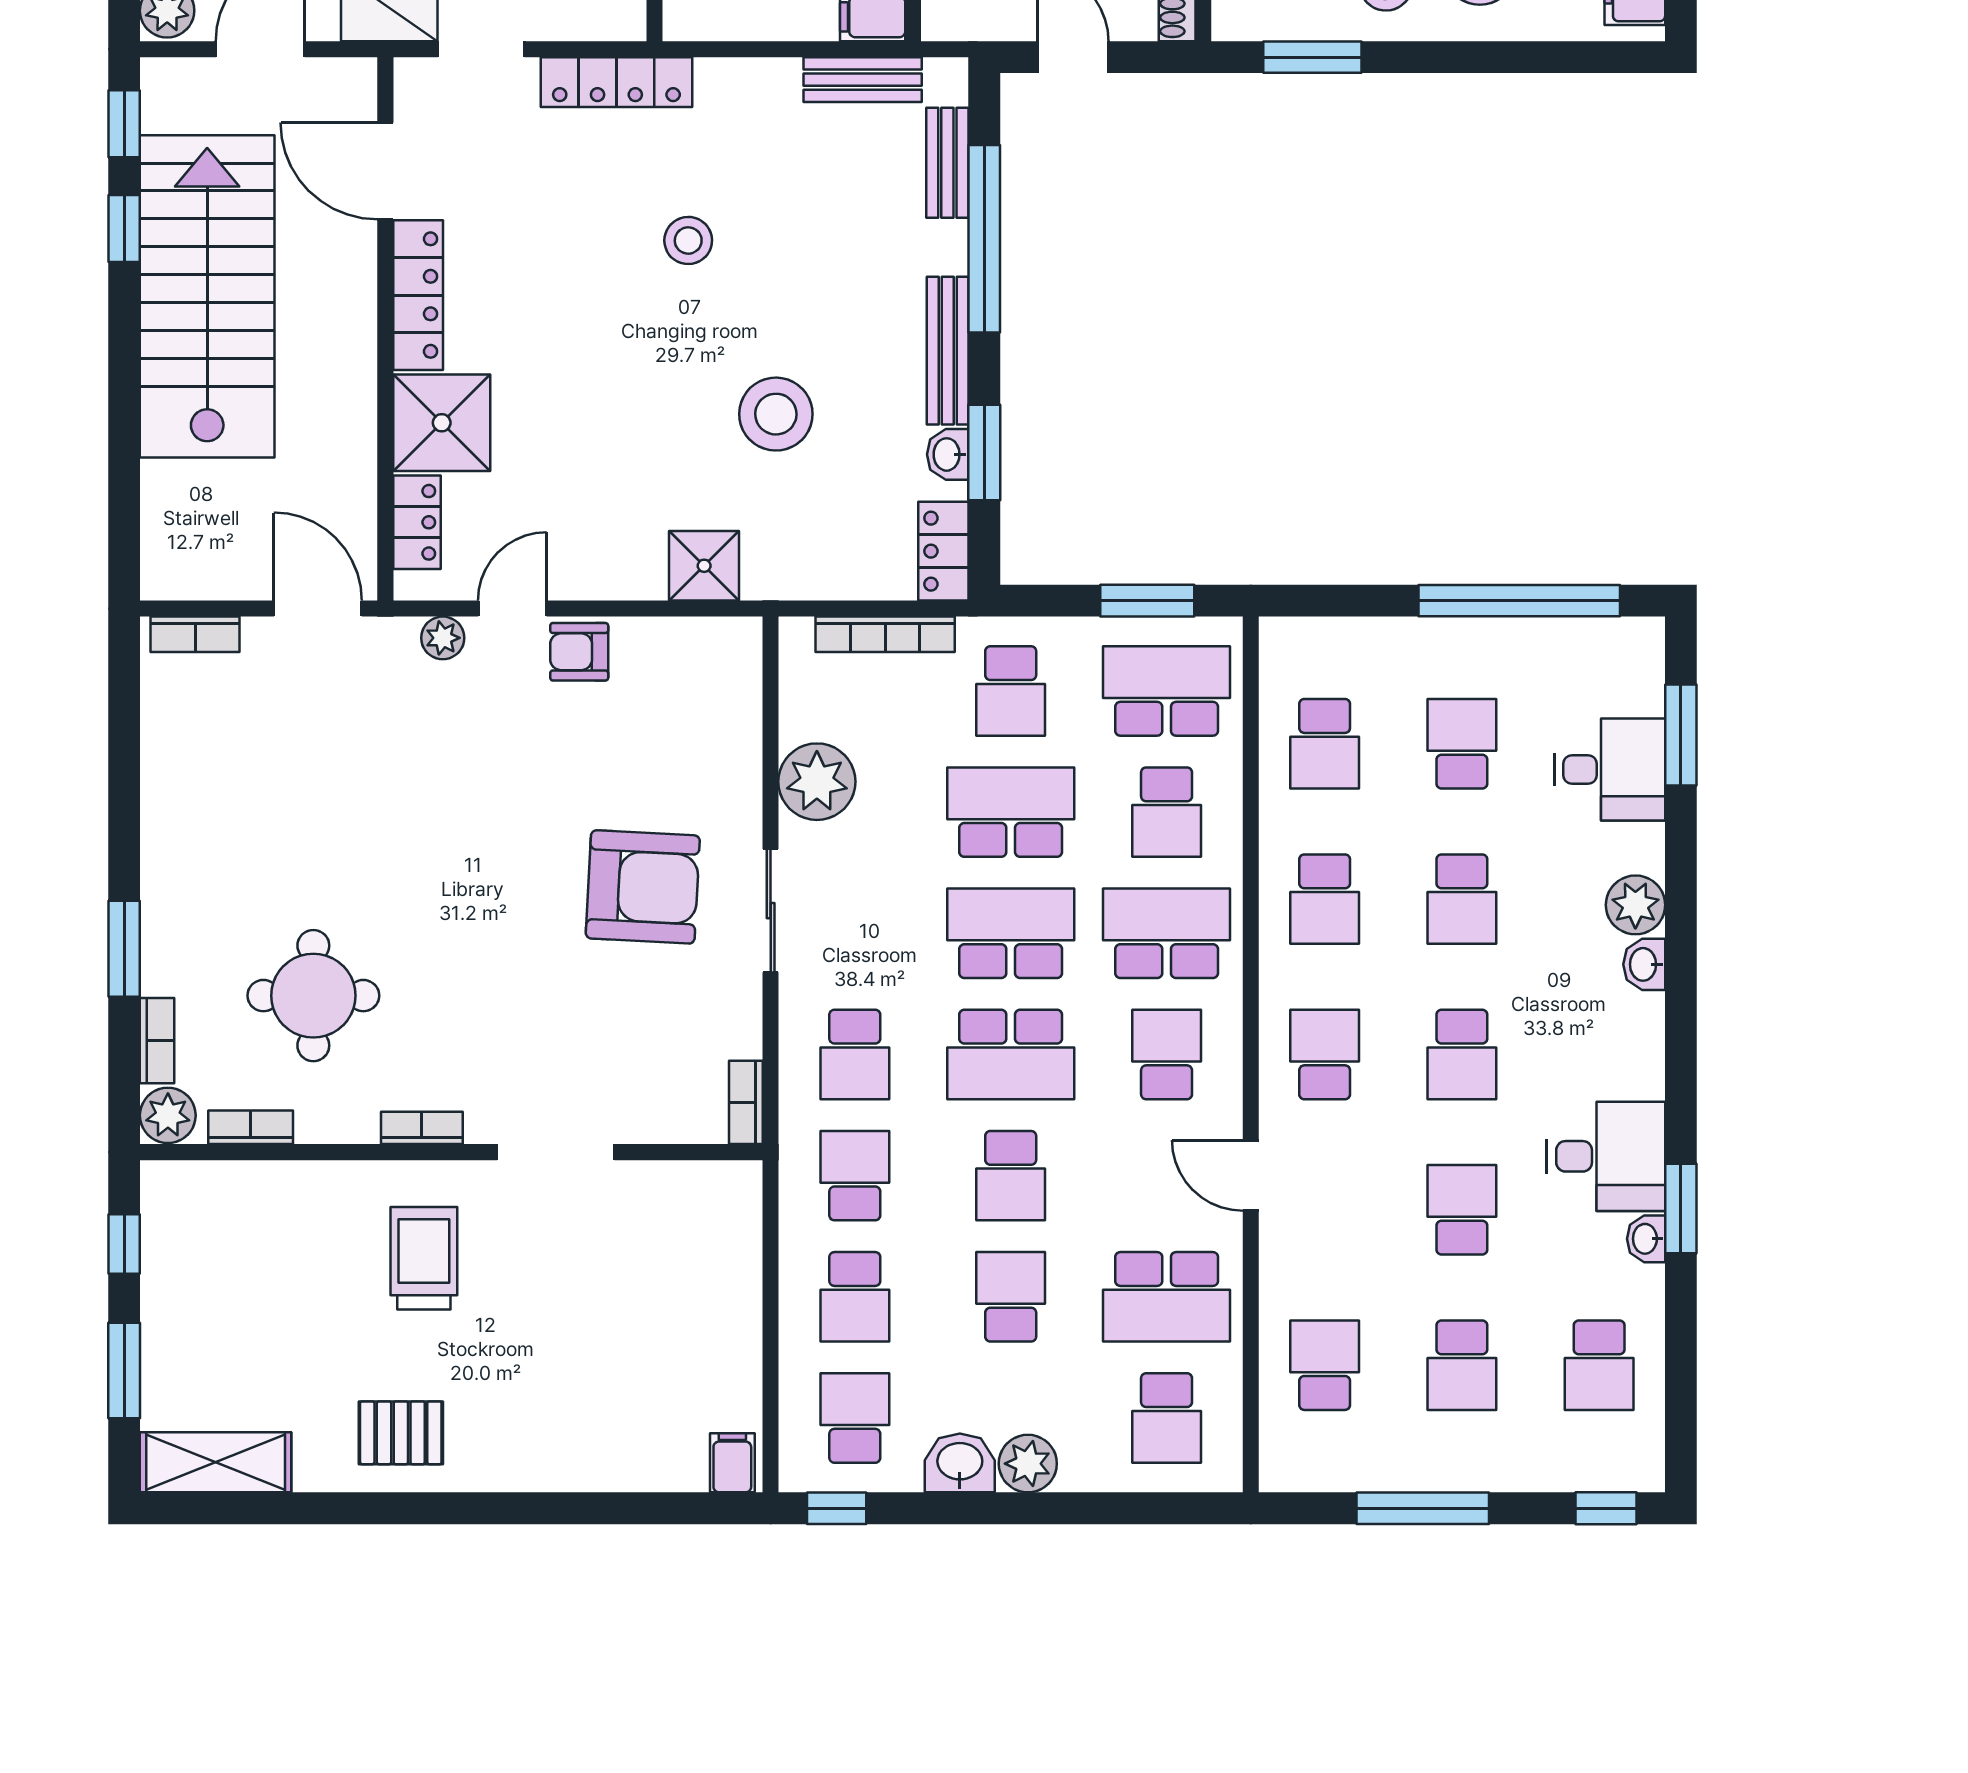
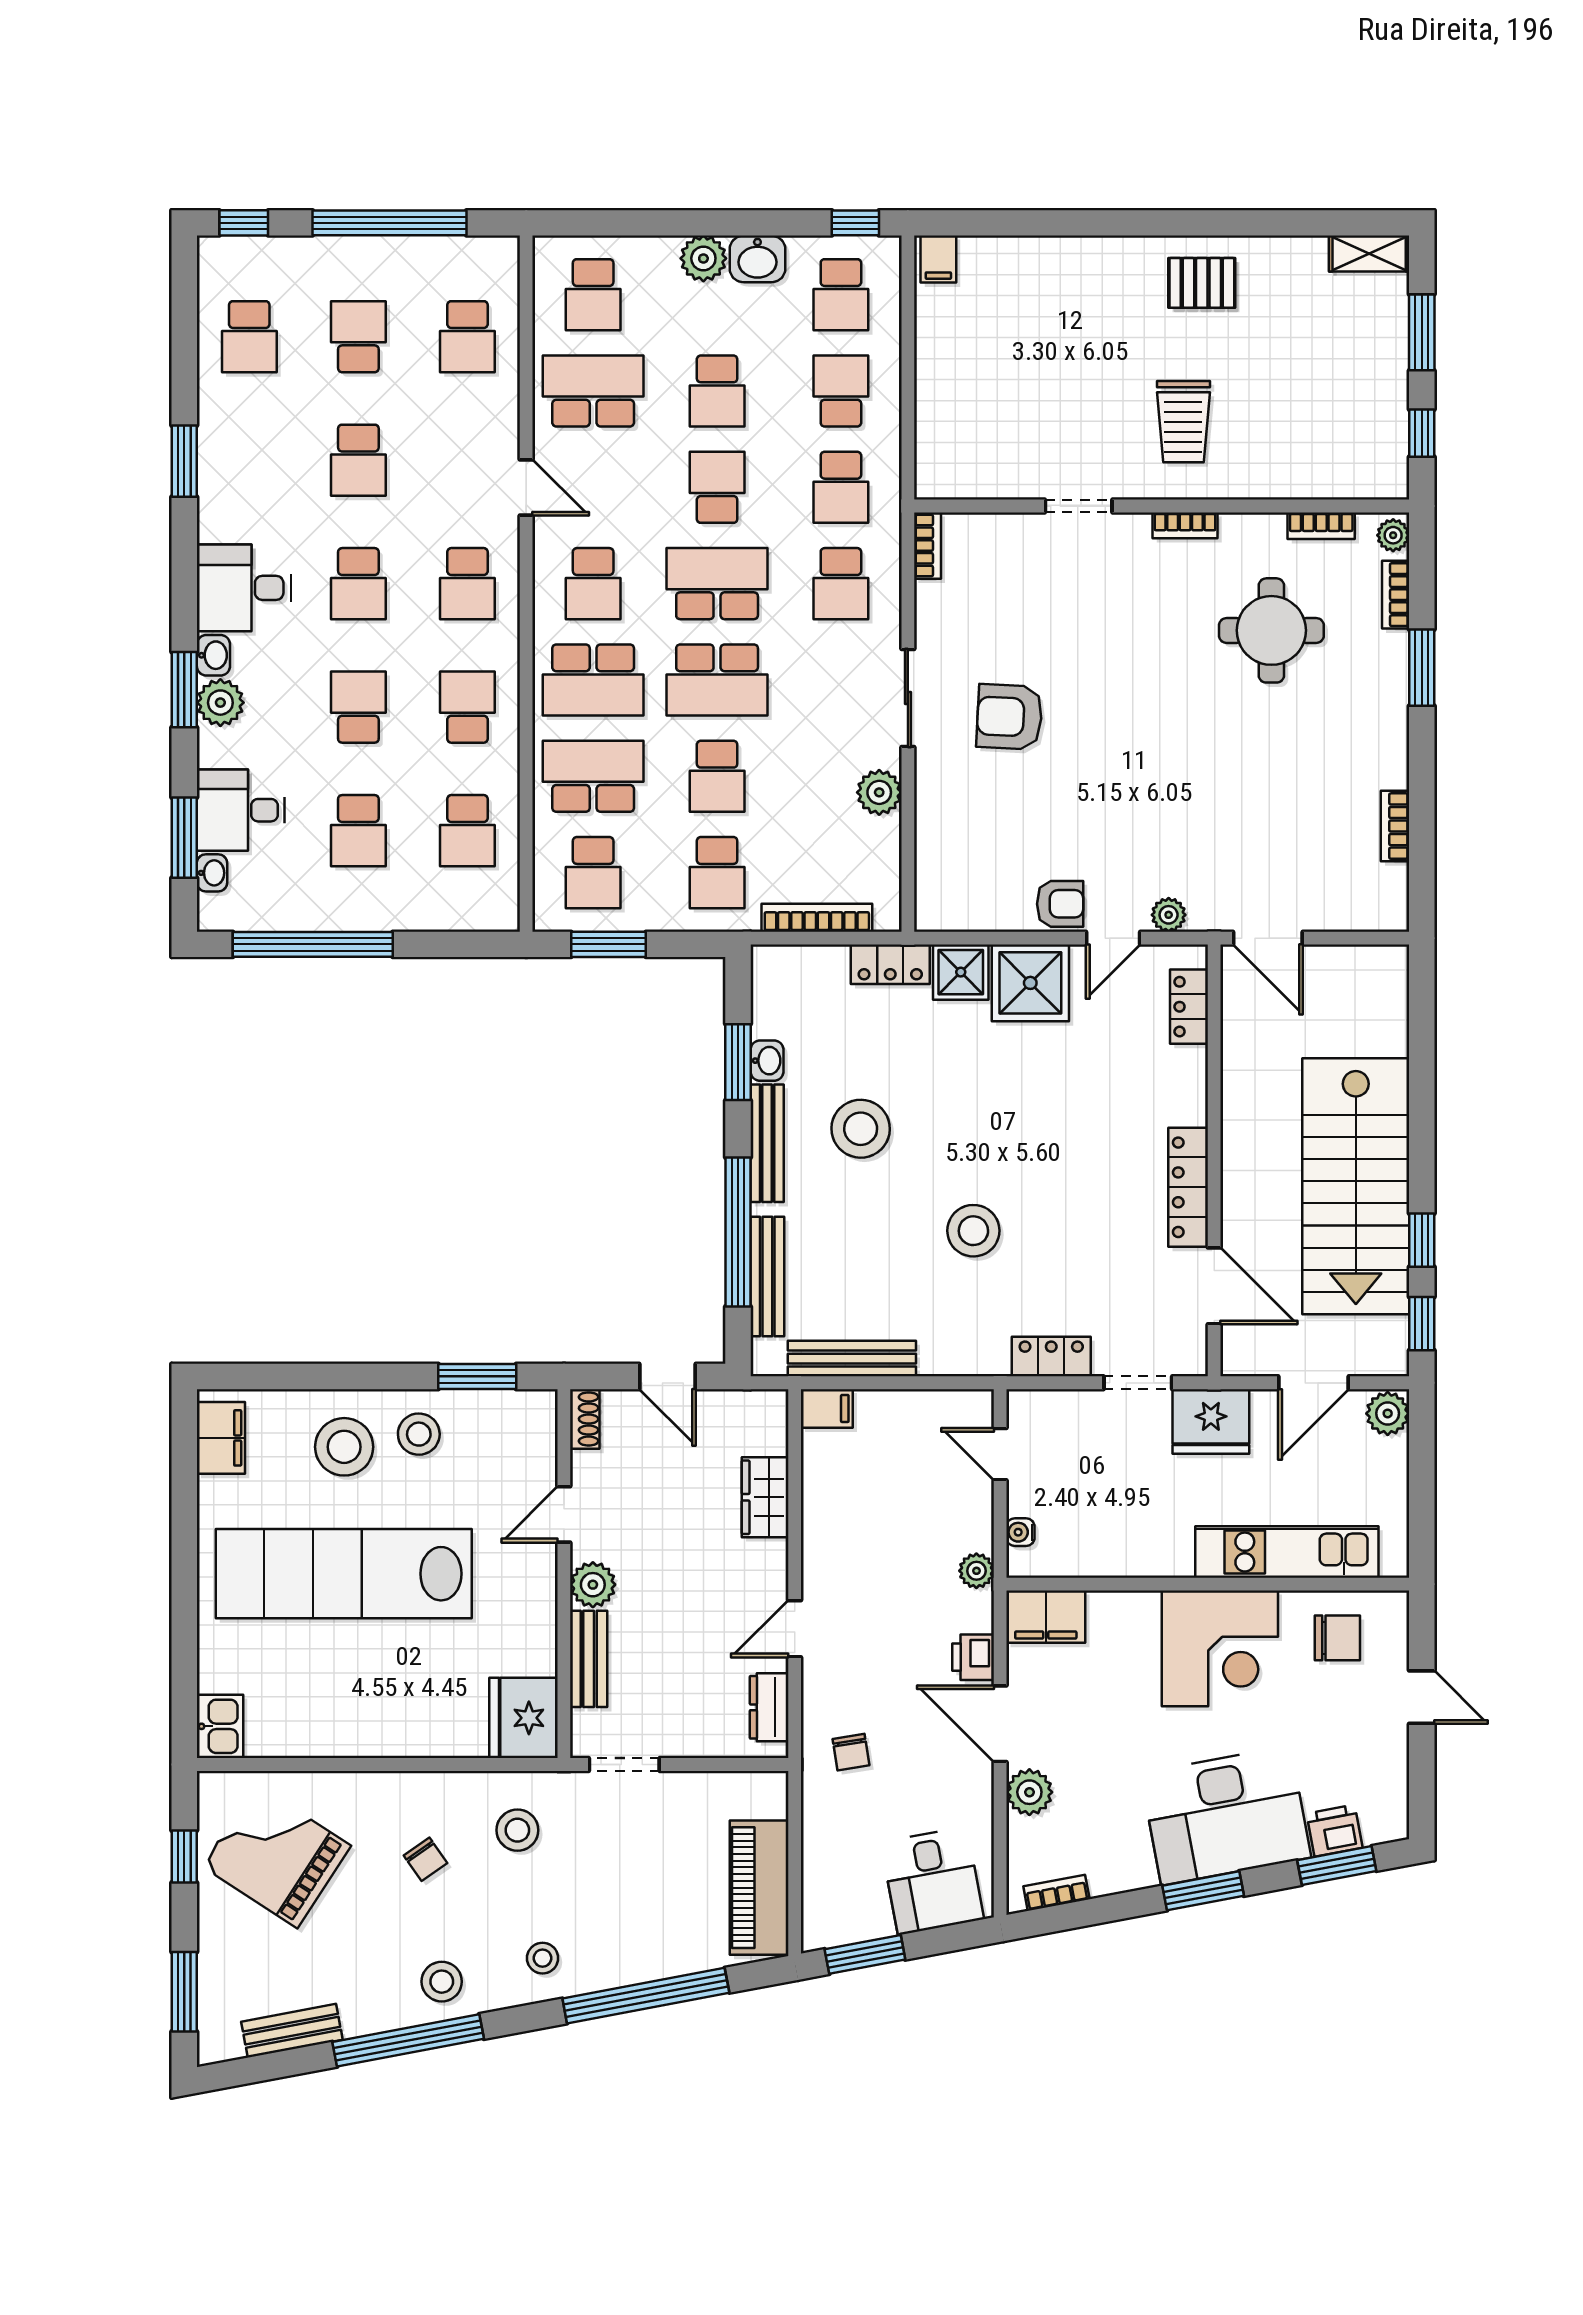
bench: (863, 80) -> (852, 1359), width x1.36
locker: (616, 82) -> (1051, 1357), width x0.66
bench: (947, 163) -> (767, 1277), width x1.36
stool: (688, 240) -> (973, 1231), width x1.38, depth x1.38
stool: (776, 414) -> (861, 1129), moved
shower: (442, 423) -> (1030, 983), moved
locker: (943, 551) -> (890, 964), moved, turned 90
bookcase: (195, 634) -> (1395, 826), moved, turned -90
school desk: (1011, 691) -> (717, 873), turned 180
school desk: (1167, 691) -> (593, 873), width x0.54
school desk: (1325, 744) -> (467, 831), turned 180
plant: (817, 782) -> (879, 792), width x0.73, depth x0.73
school desk: (1011, 812) -> (717, 776), width x0.54
school desk: (1167, 812) -> (593, 776), width x1.85
armchair: (643, 887) -> (1009, 717), width x0.73, depth x0.73
window: (1681, 921) -> (184, 690), added
school desk: (855, 1054) -> (841, 584), turned 180
school desk: (1462, 1054) -> (358, 584), turned 180
plant: (168, 1115) -> (1393, 535), width x0.73, depth x0.73
doorway: (556, 1152) -> (1079, 506), width x0.73
desk: (1606, 1156) -> (244, 588), moved
washbasin: (1646, 1239) -> (212, 873), moved
school desk: (1599, 1365) -> (249, 337), turned 180
school desk: (1167, 1418) -> (593, 295), turned 180
shelving: (216, 1462) -> (1369, 253), width x0.67, depth x0.75
window: (1423, 1508) -> (390, 223), width x1.46

